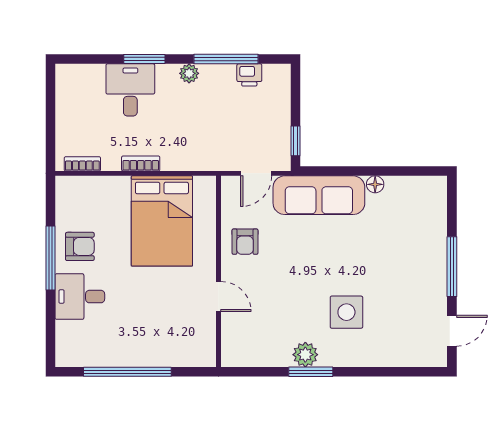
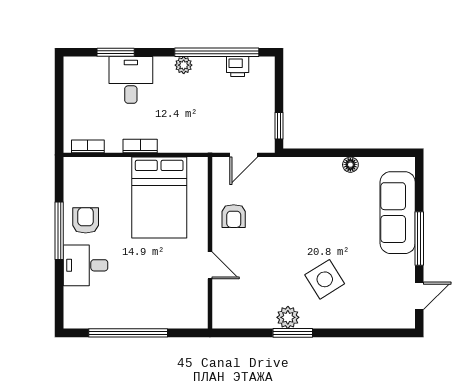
window: (144, 59) -> (116, 52), moved
window: (226, 59) -> (217, 52), width x1.46
sofa: (319, 195) -> (398, 213), moved, turned 90
armchair: (80, 246) -> (86, 220), turned -90
side table: (346, 312) -> (325, 279), turned -32

